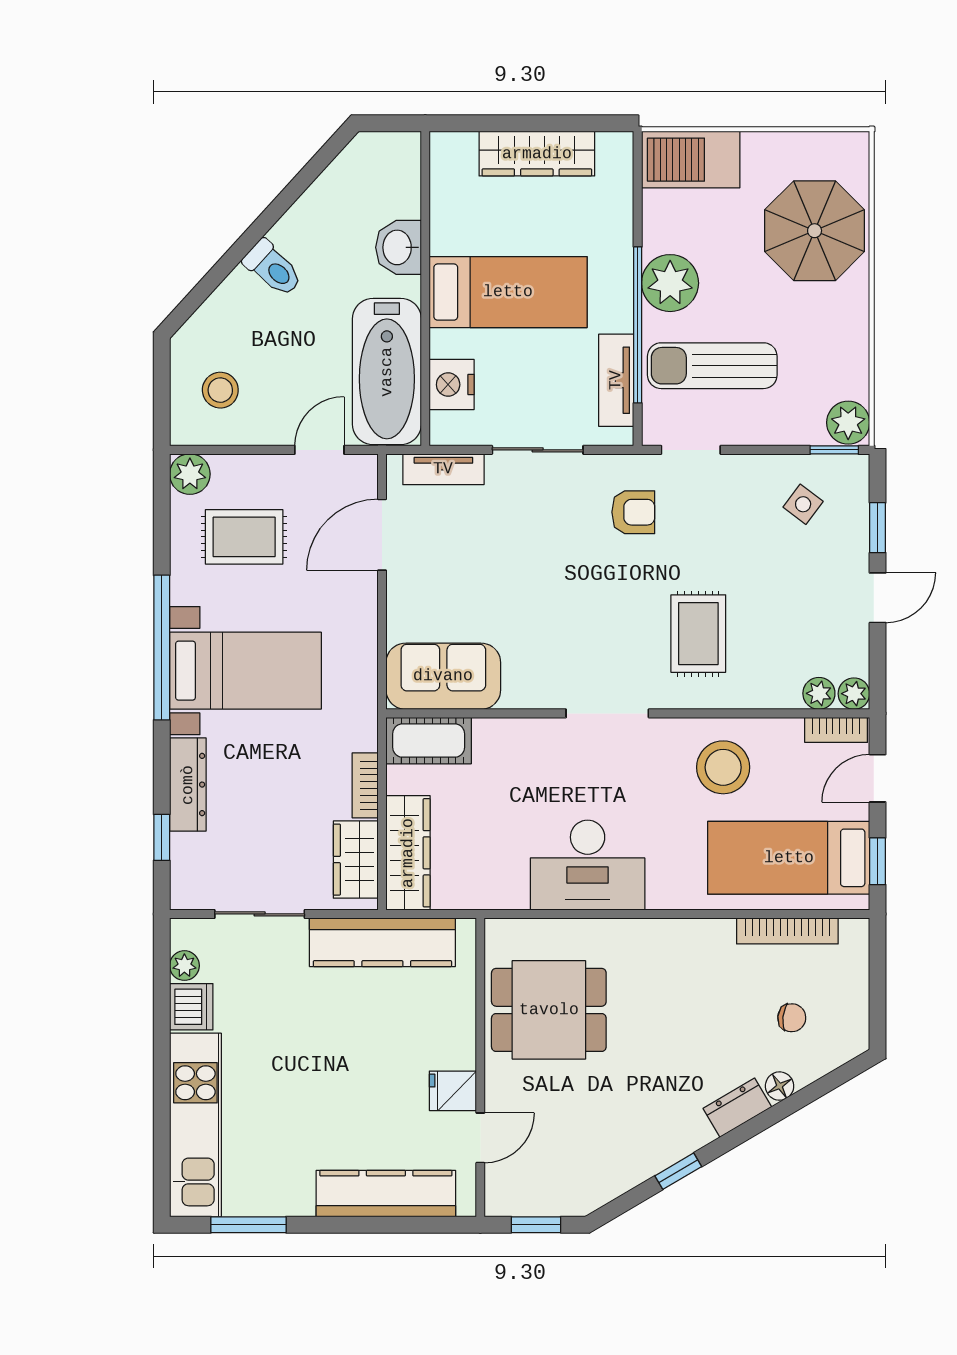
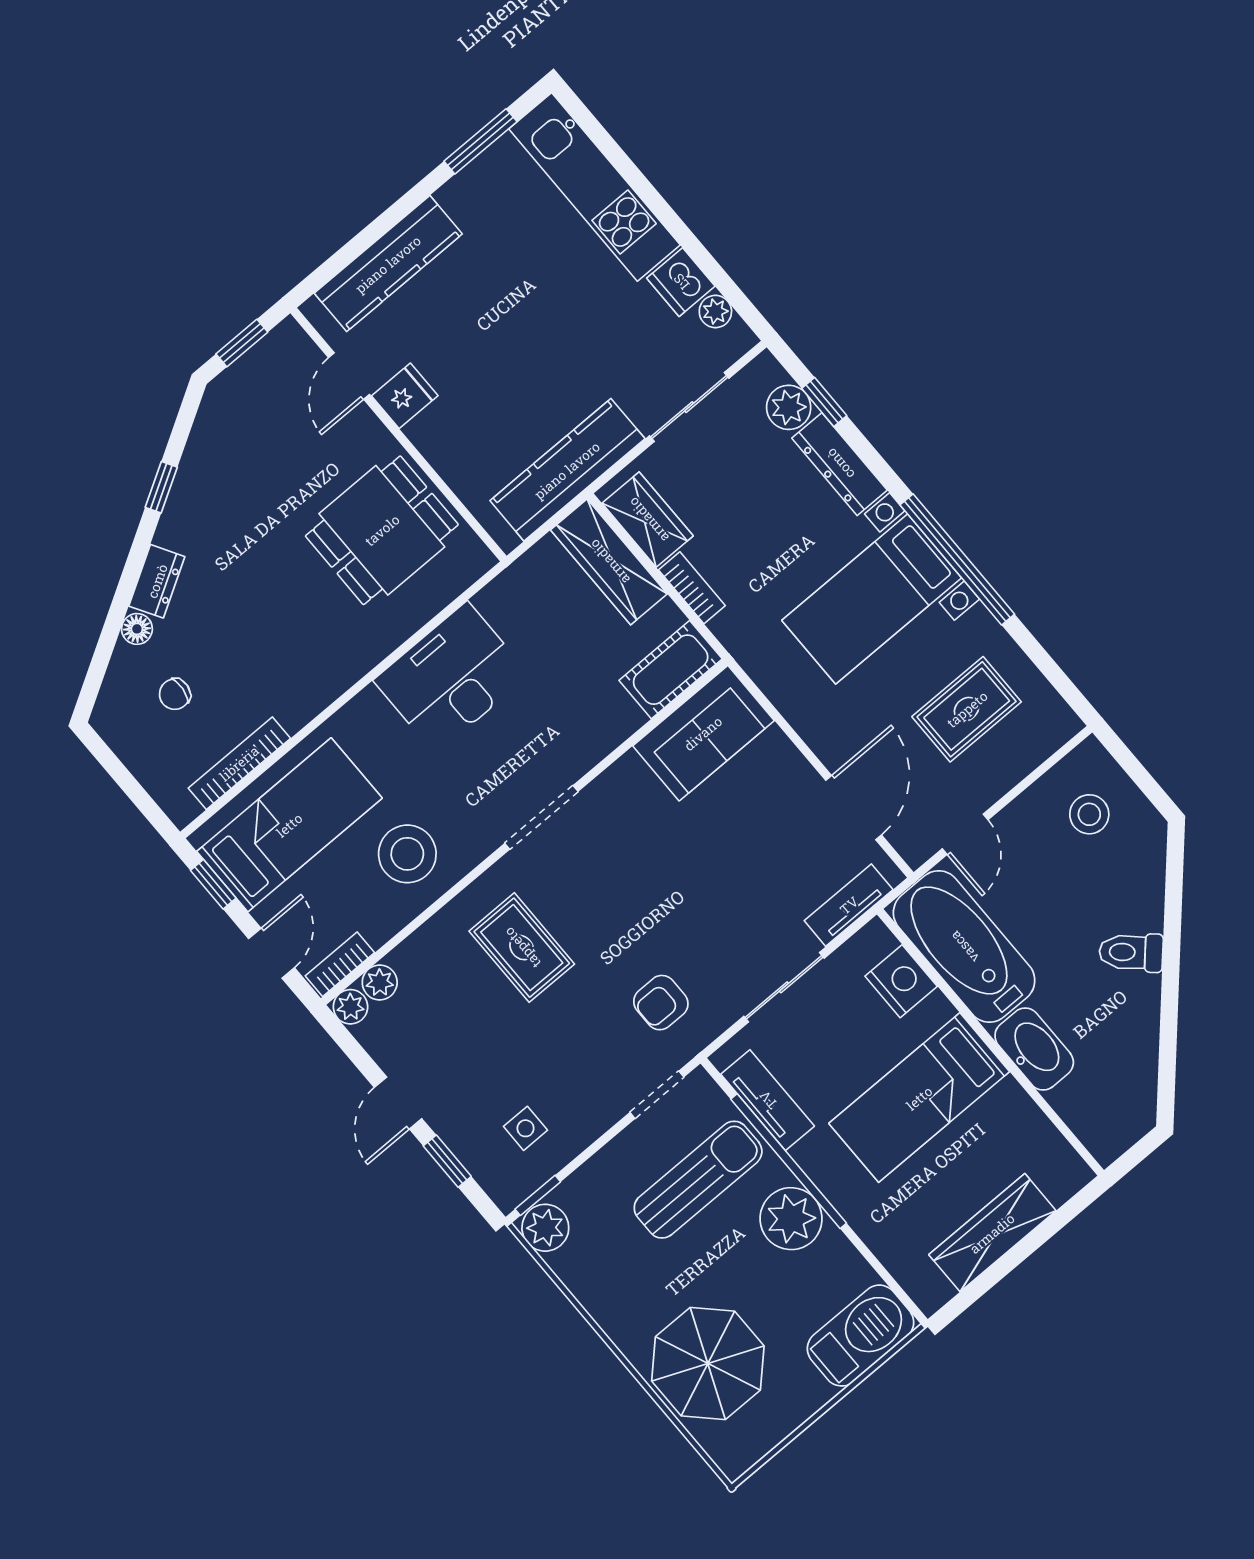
washbasin: (398, 247) -> (1034, 1049), width x1.38
plant: (190, 474) -> (789, 407), moved
side table: (803, 504) -> (526, 1128), turned -37

